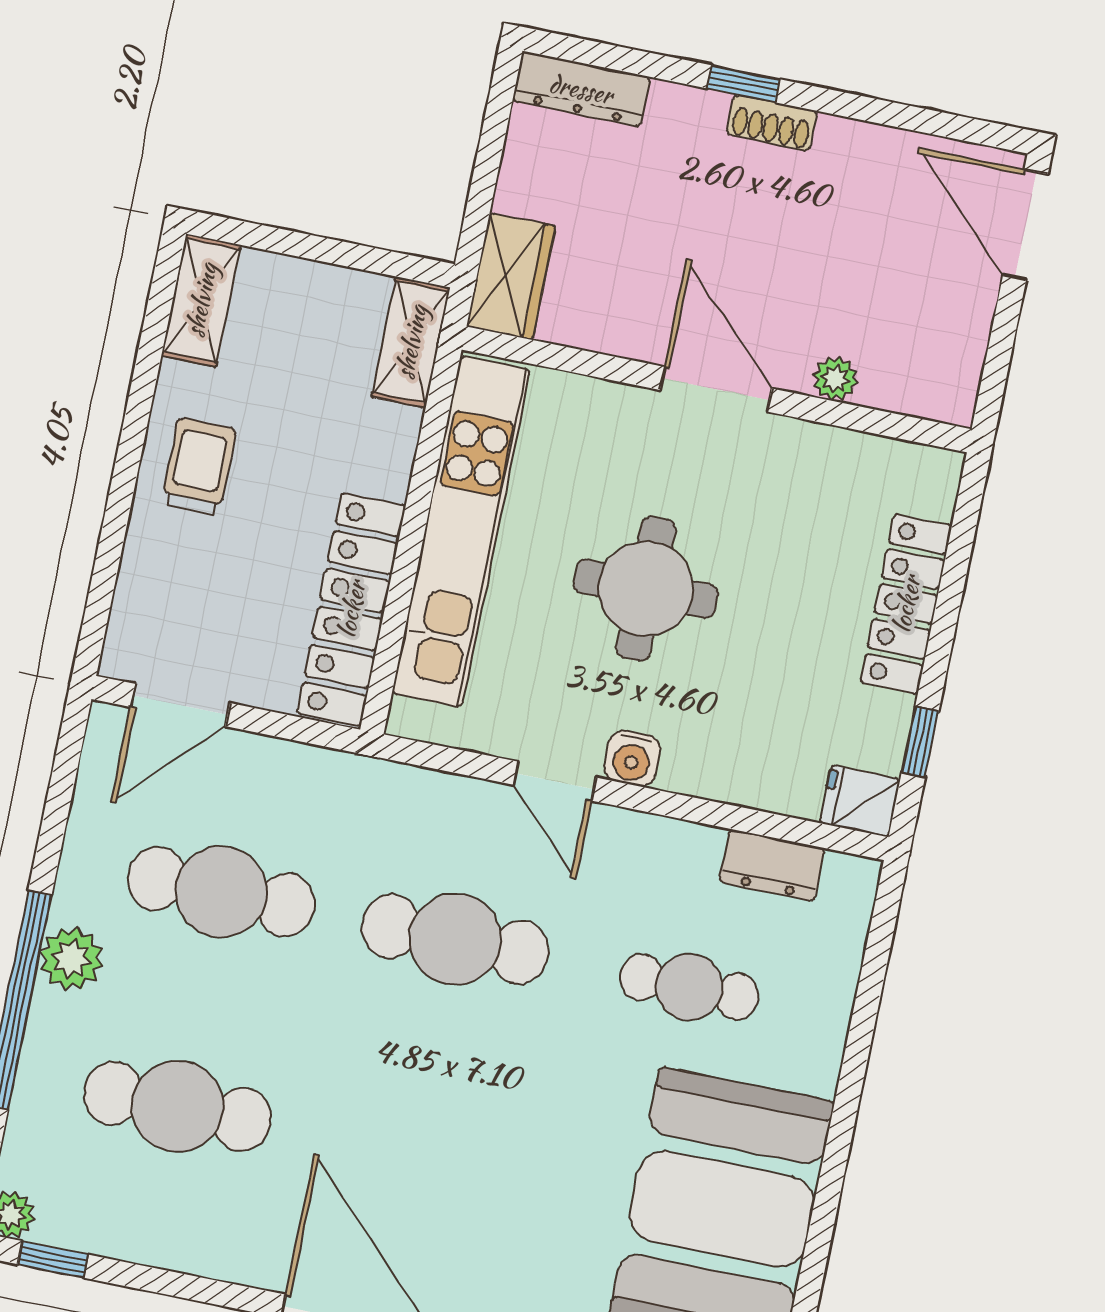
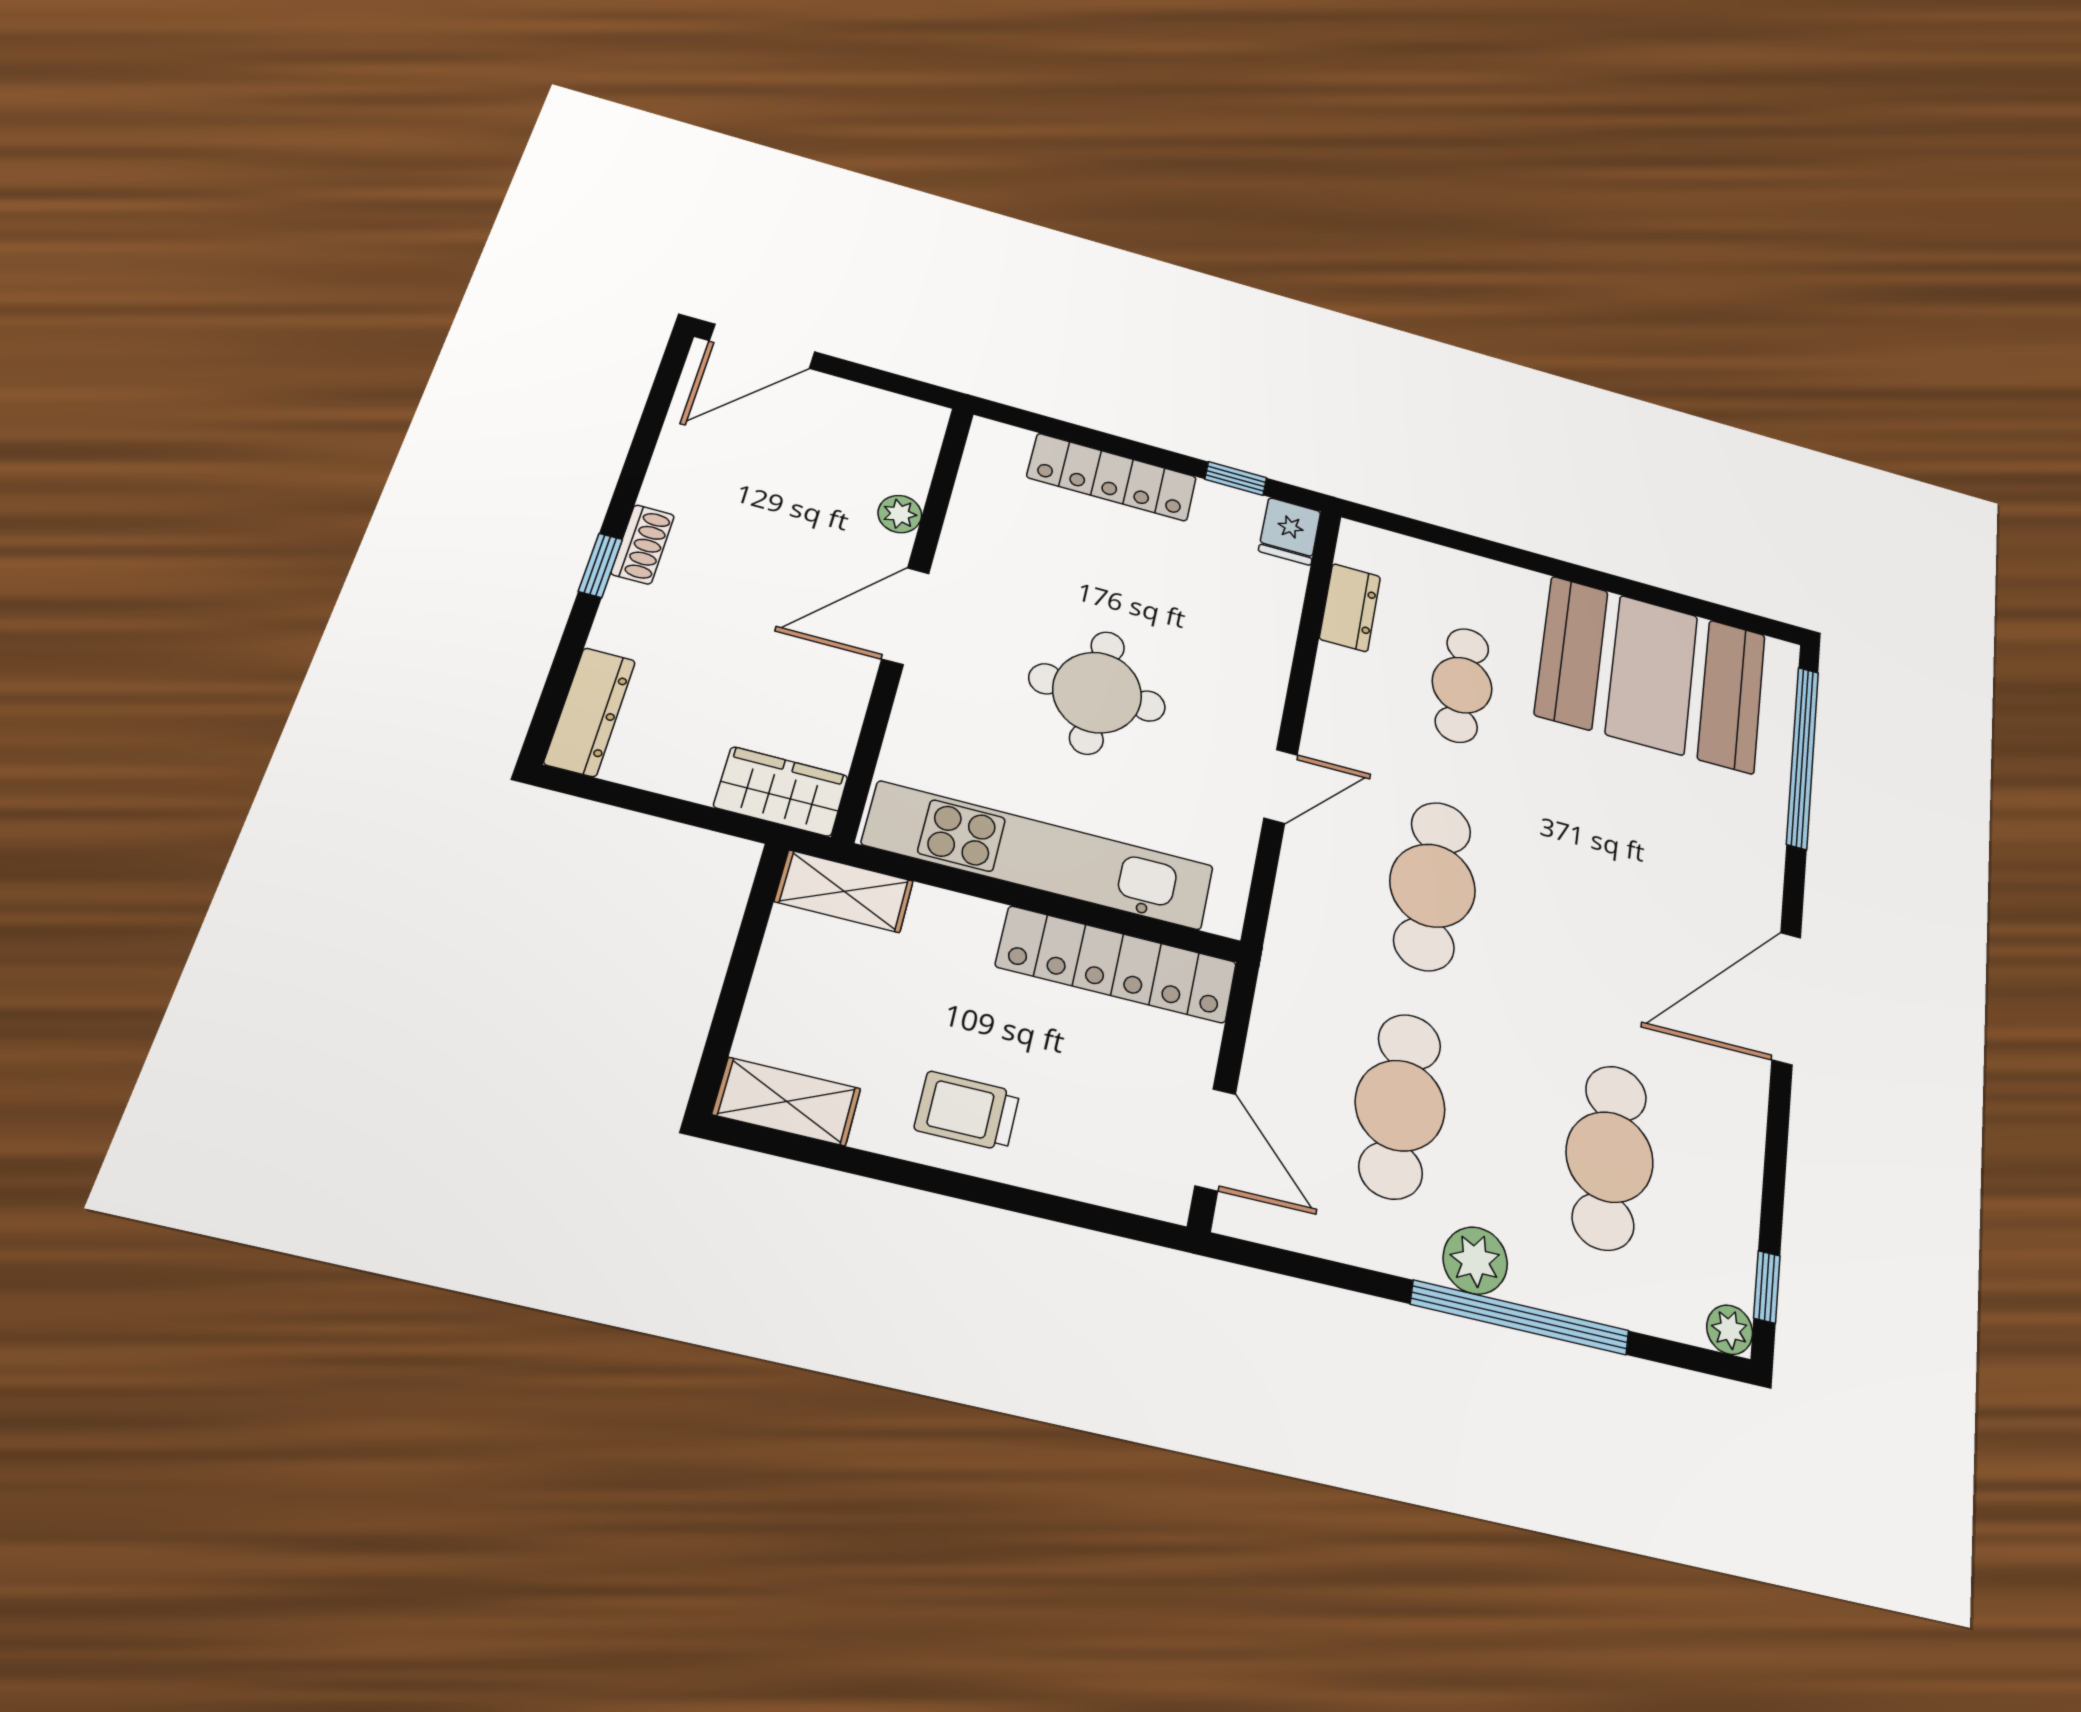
water cooler: (632, 758) -> (1257, 717), removed

